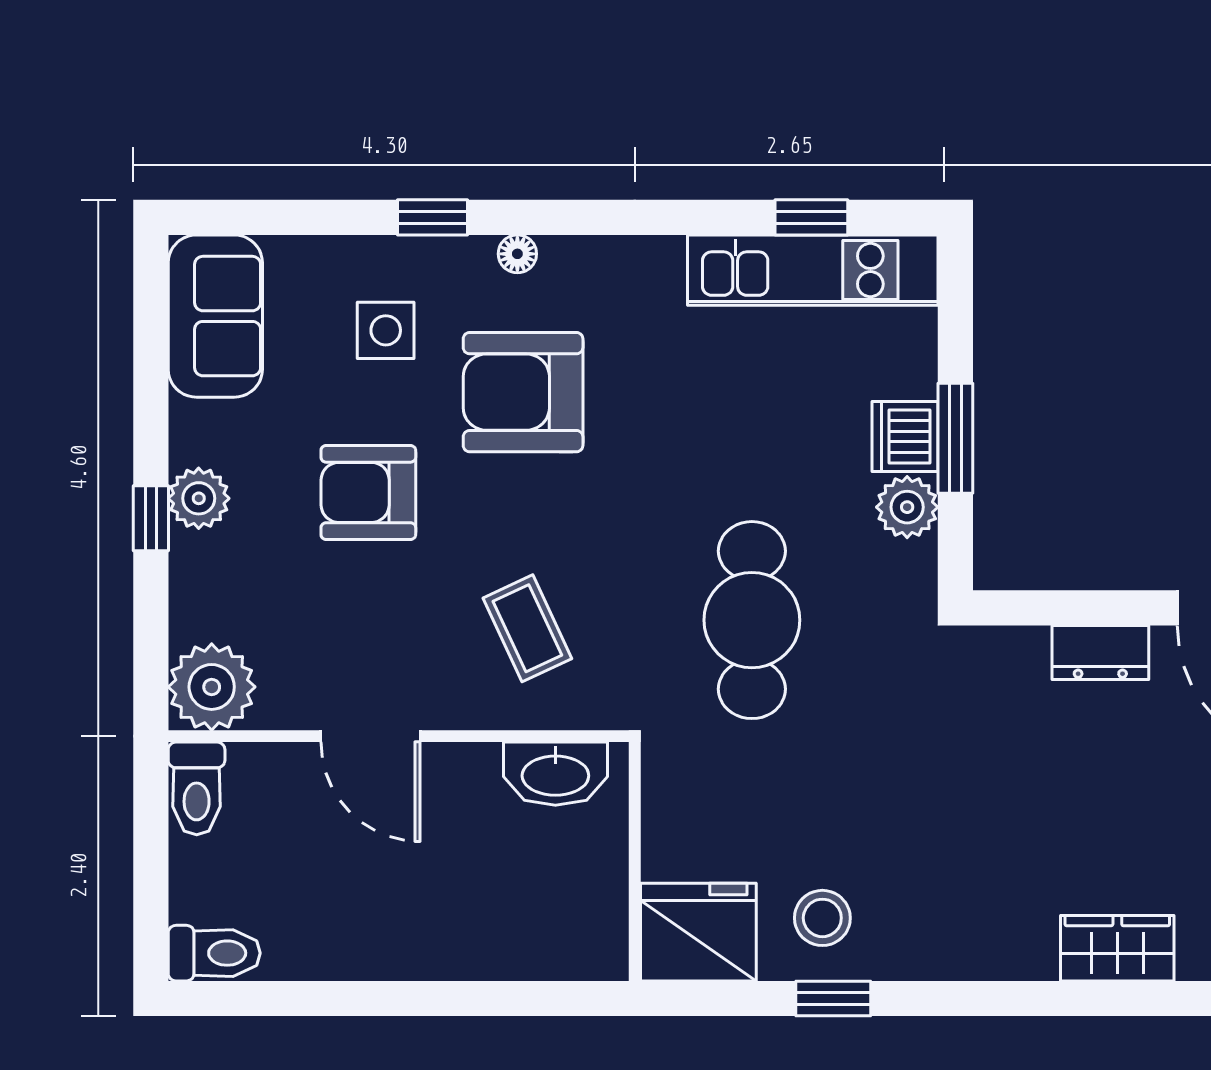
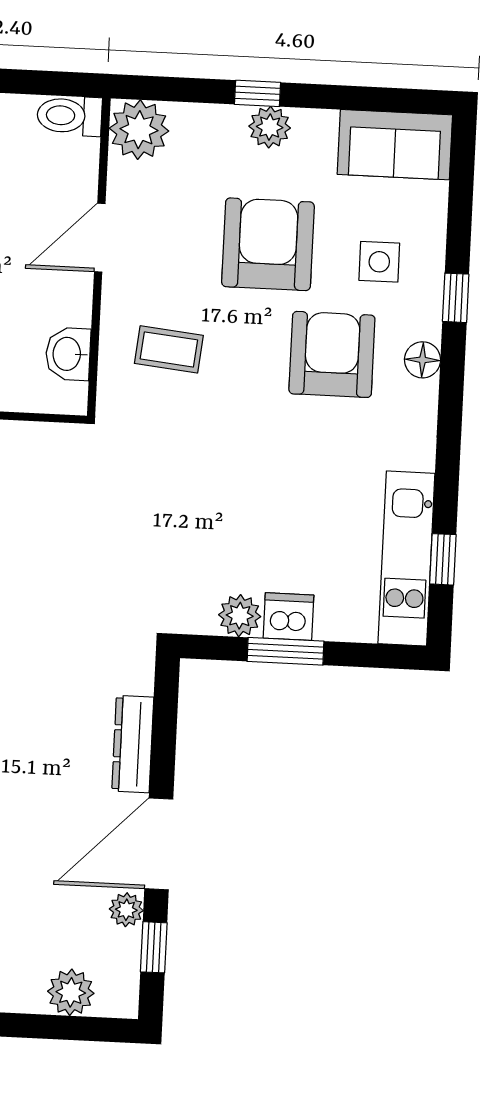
floor lamp: (517, 254) -> (422, 360), width x1.37, depth x1.37
armchair: (368, 492) -> (268, 244), width x1.36, depth x1.36
cafe table: (752, 620) -> (167, 505), removed
coffee table: (527, 628) -> (169, 349), turned 31
dresser: (1100, 653) -> (133, 744), width x1.44
washbasin: (555, 774) -> (68, 354), width x0.72

